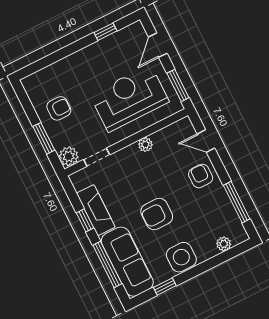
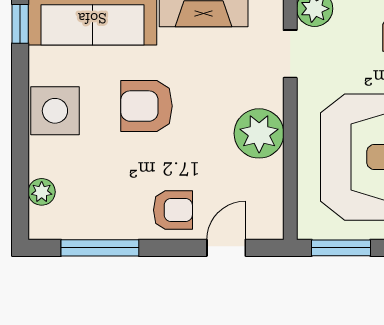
plant: (145, 145) -> (259, 133), width x1.87, depth x1.87
armchair: (157, 214) -> (147, 106), turned -90
window: (165, 287) -> (20, 24), moved

